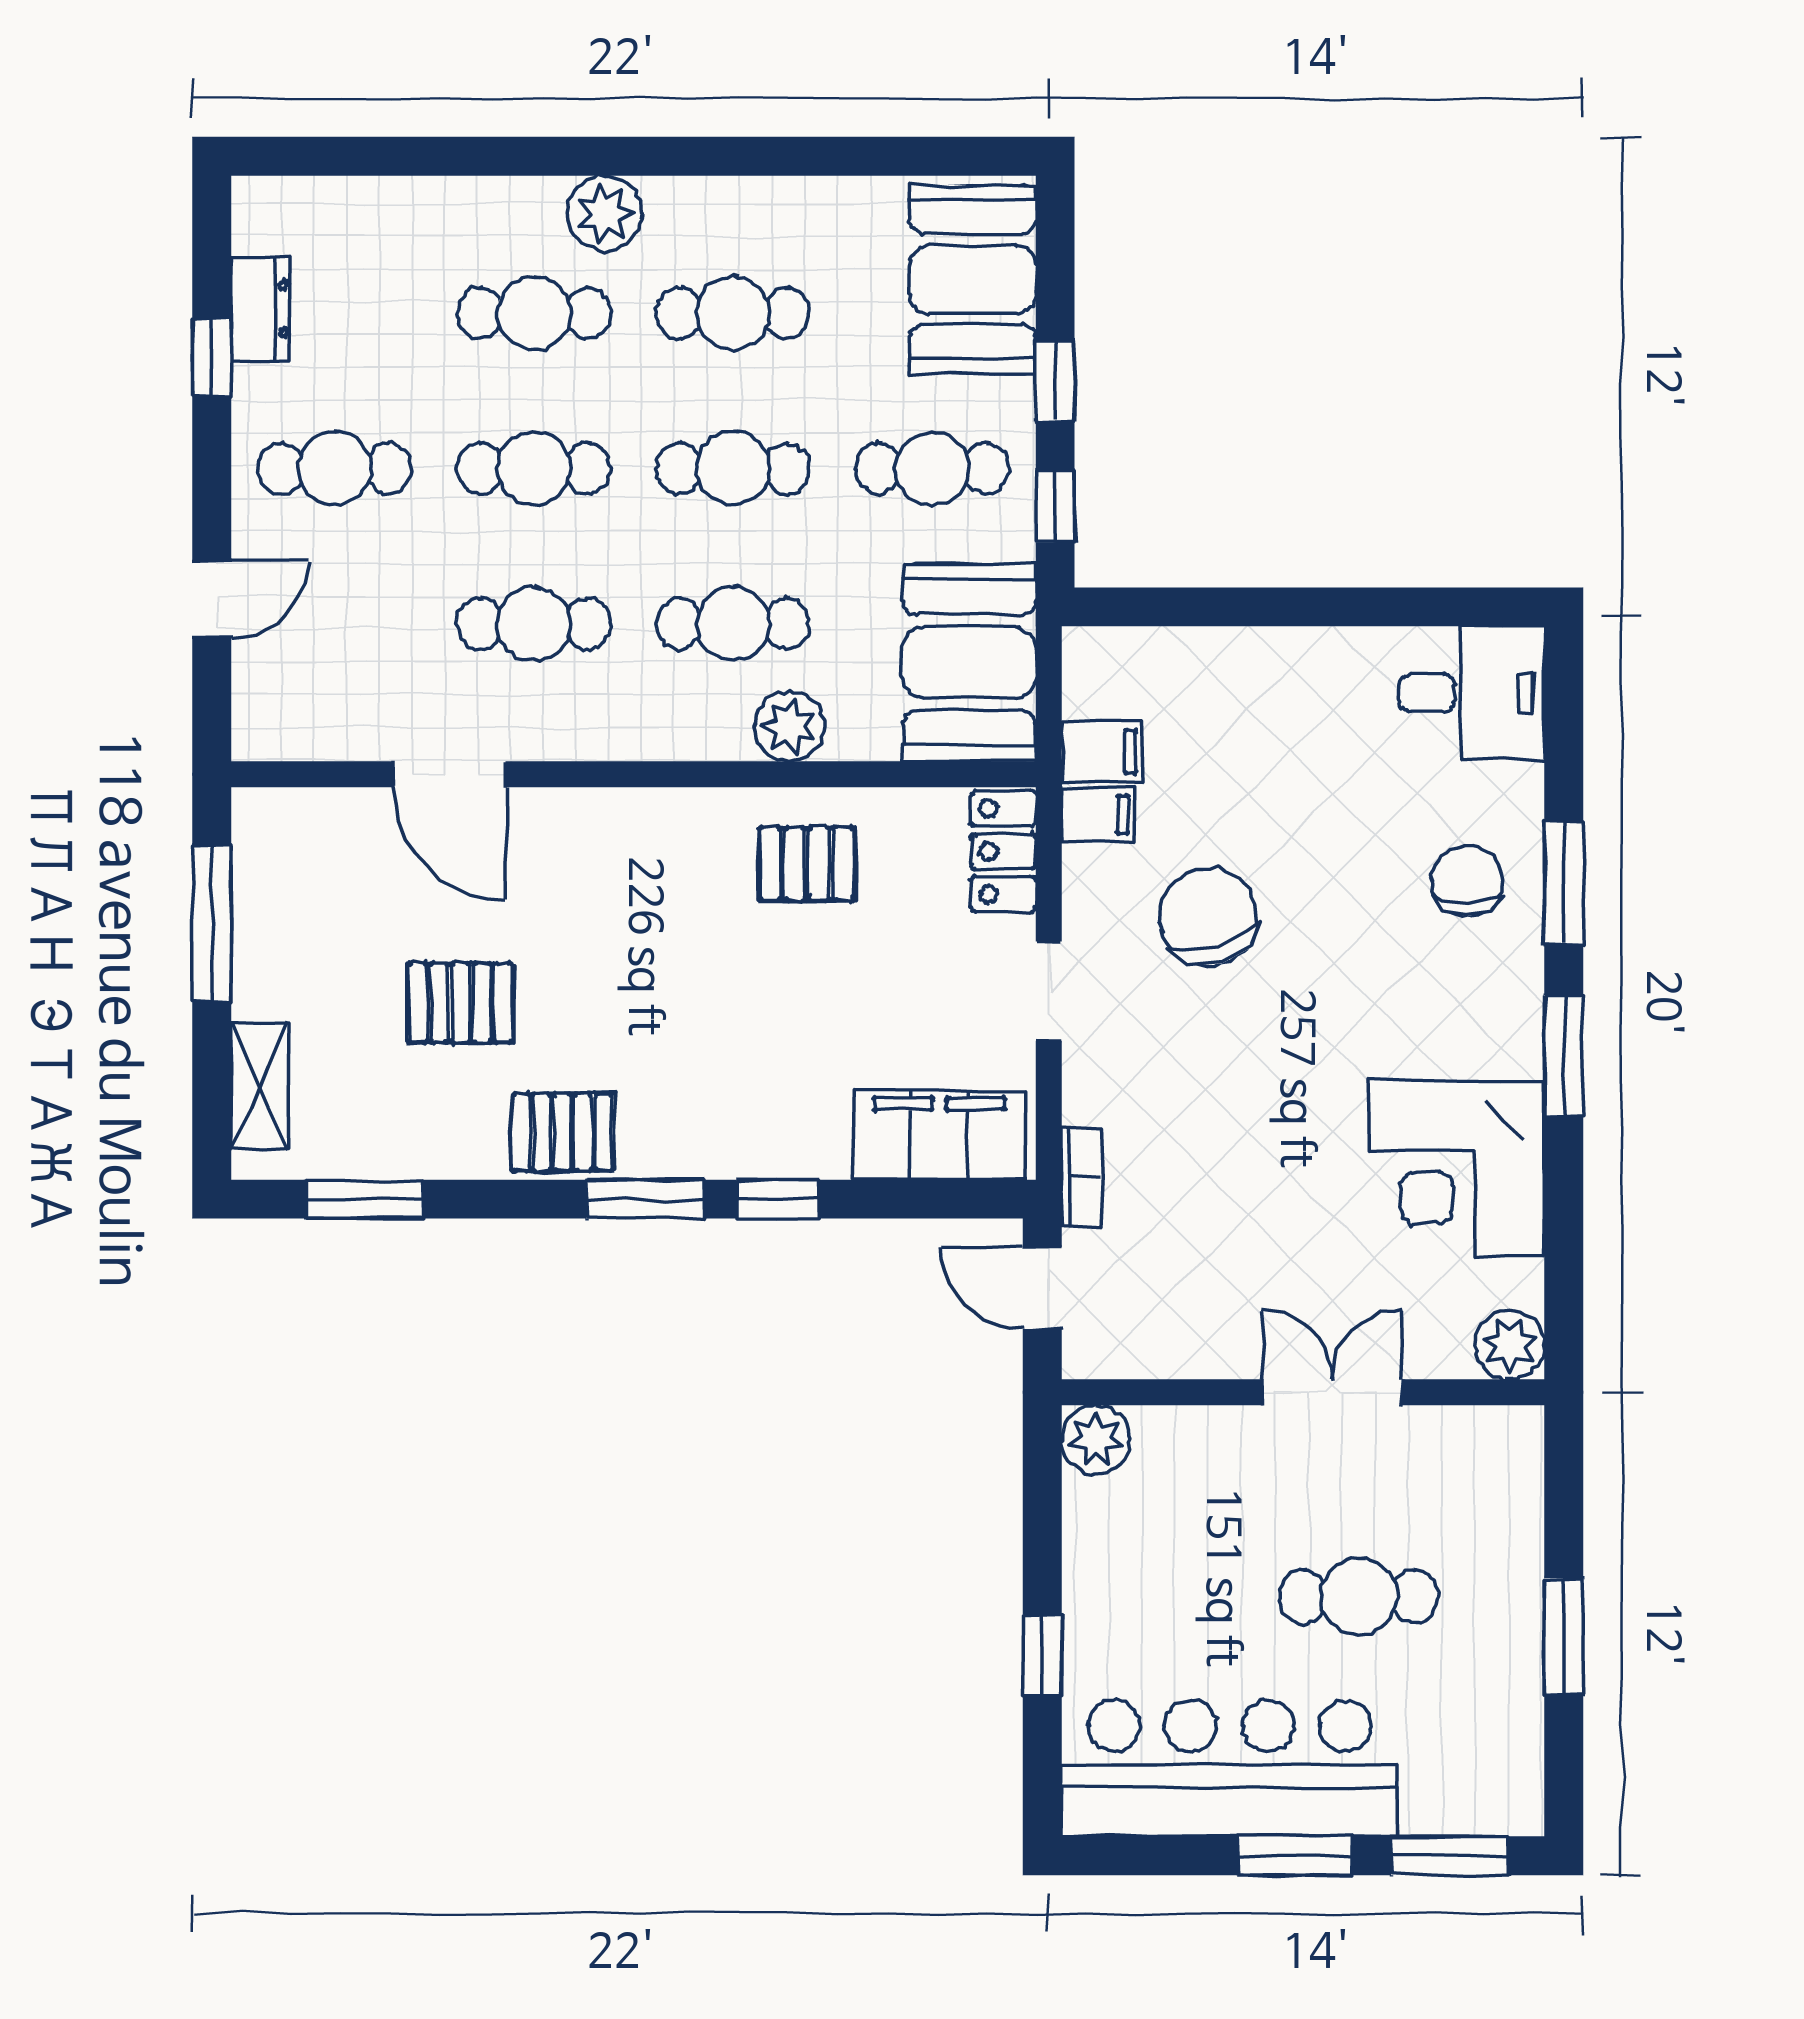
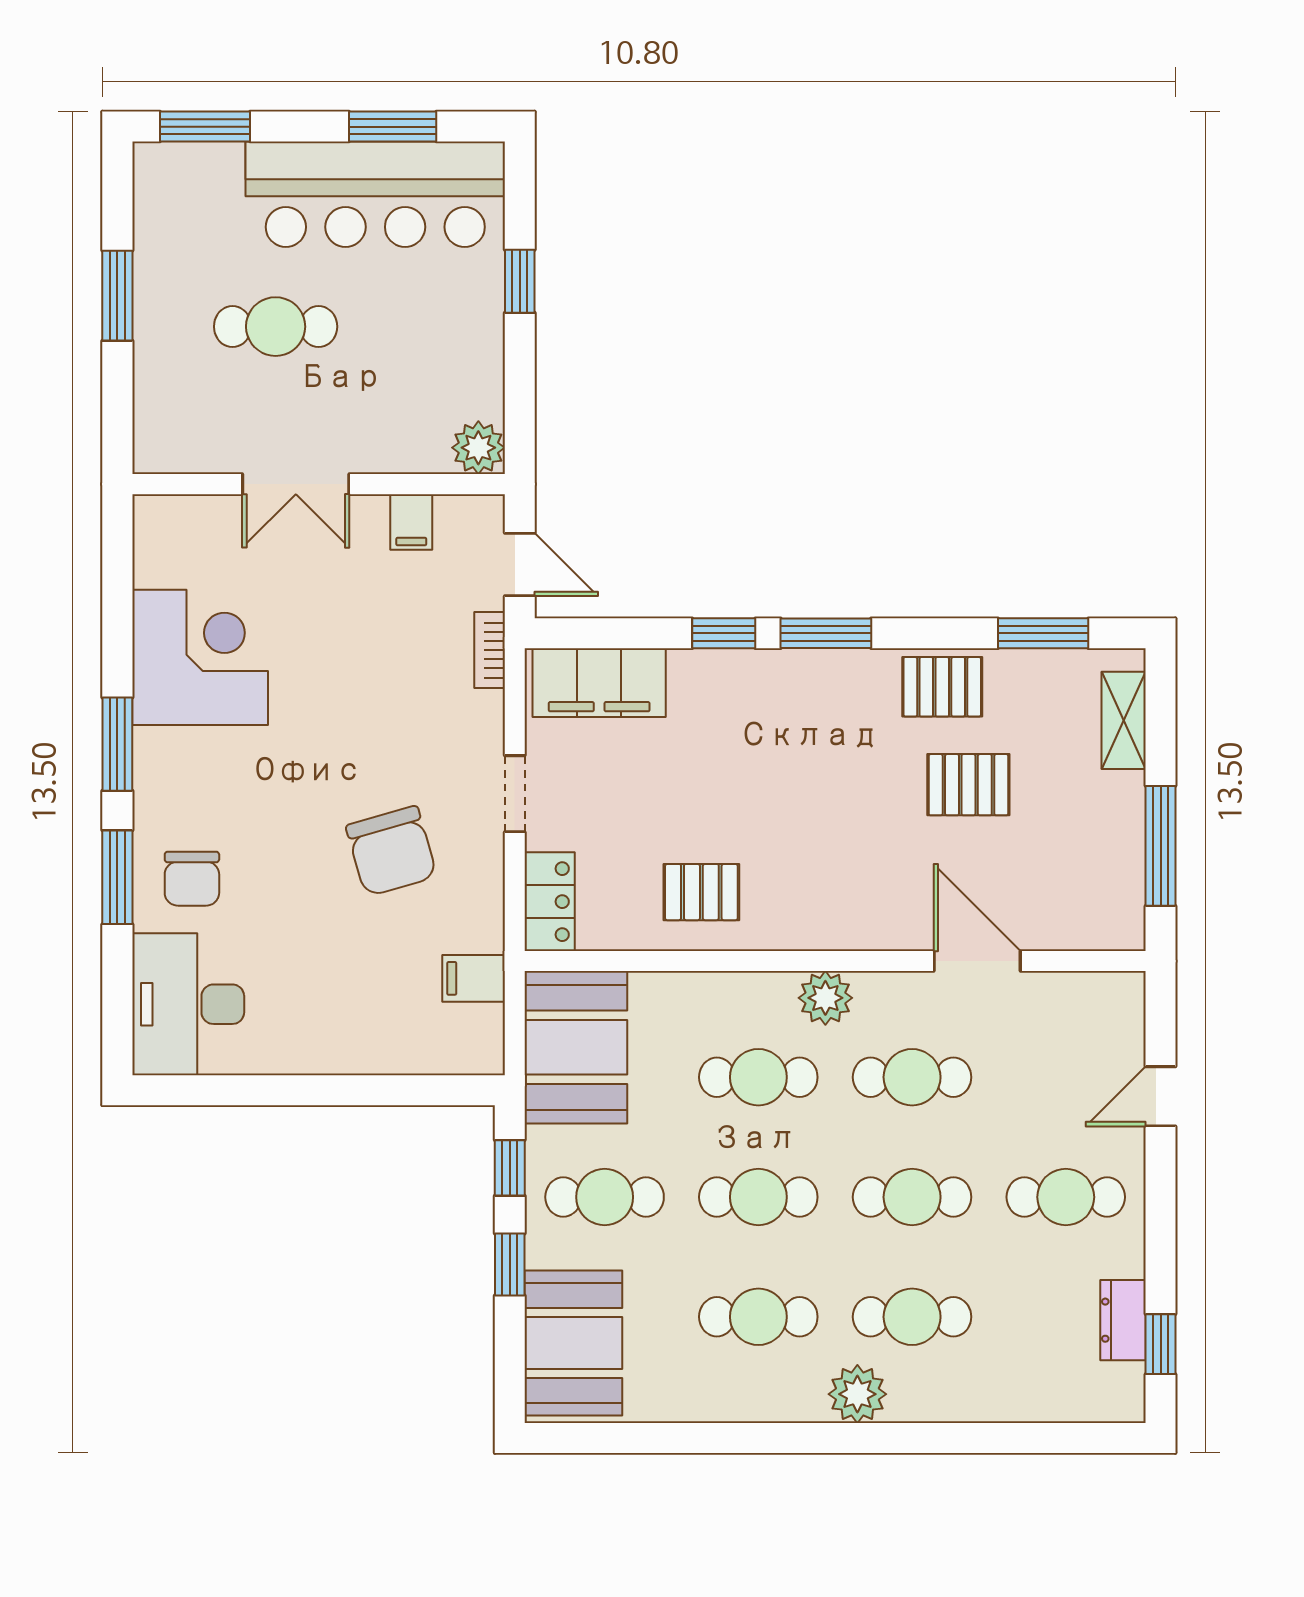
window: (212, 358) -> (1161, 1344), moved
desk: (1472, 693) -> (188, 1004), width x1.37
plant: (789, 726) -> (825, 998), moved
filing cabinet: (1098, 814) -> (411, 522), moved, turned -90
pallet: (562, 1132) -> (942, 687), moved
plant: (1510, 1345) -> (159, 521), removed
window: (1295, 1856) -> (393, 127), moved

